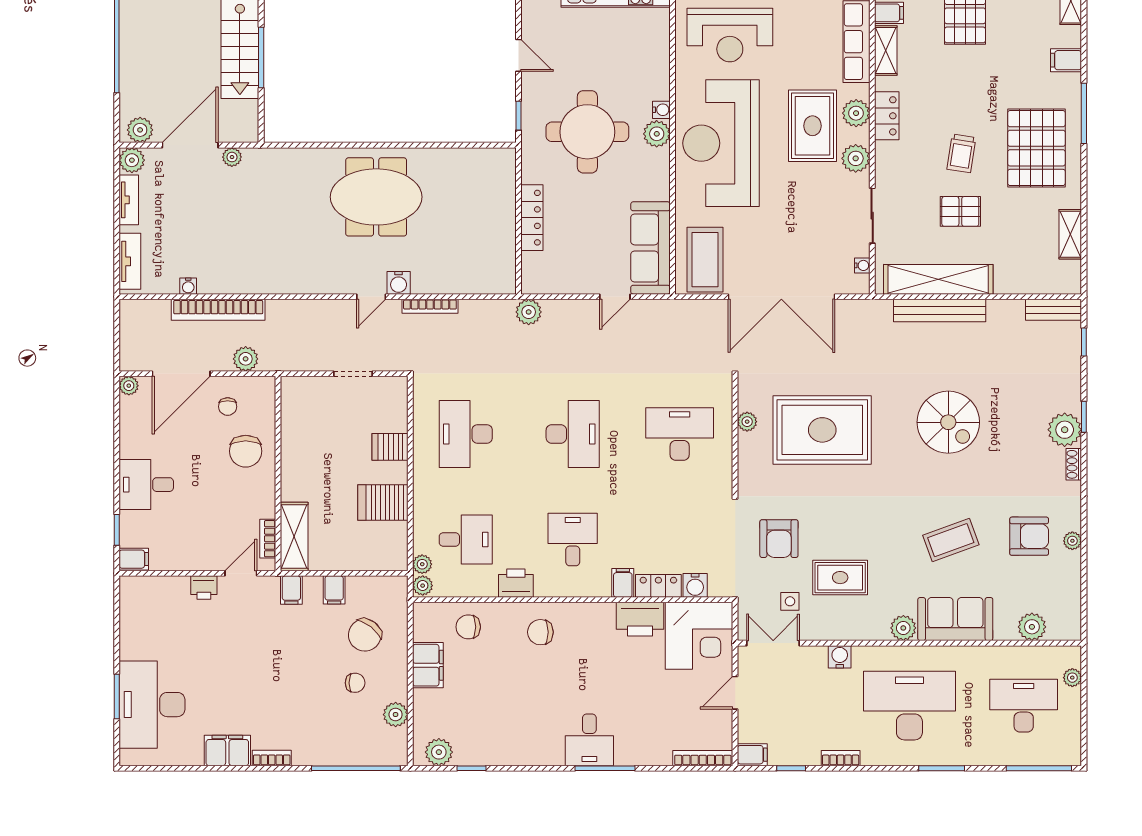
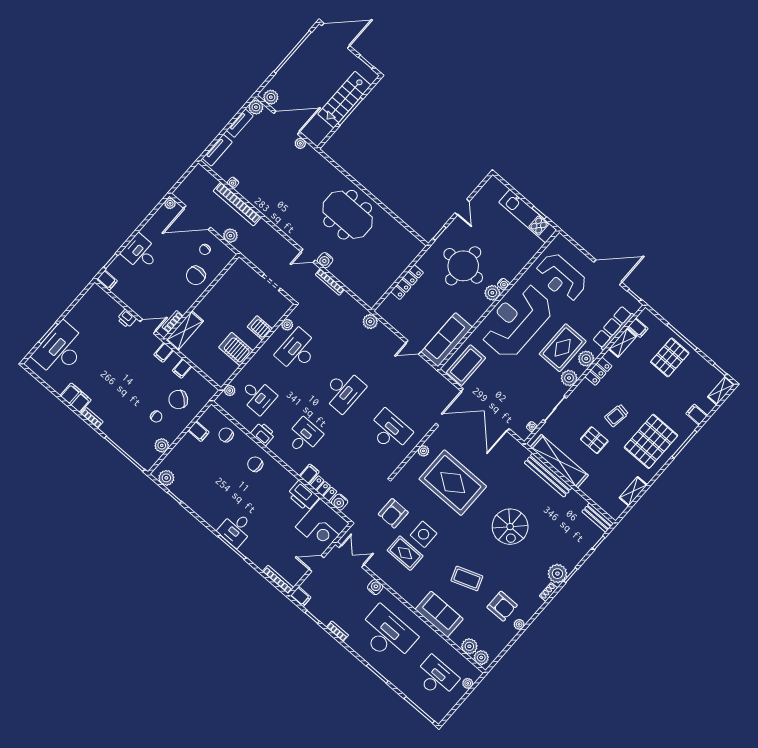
plant: (423, 586) -> (287, 325), moved
side table: (790, 601) -> (424, 534), moved, width x1.87, depth x1.87
plant: (903, 628) -> (481, 658), moved
filing cabinet: (428, 665) -> (199, 431), width x0.50

